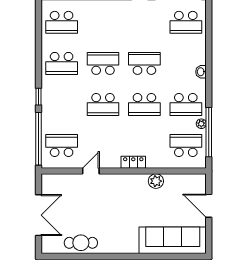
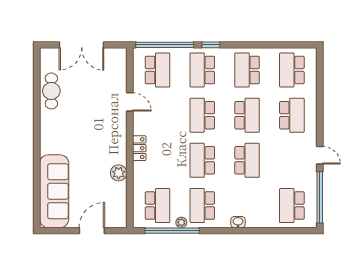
school desk: (103, 22) -> (292, 115), added
school desk: (62, 104) -> (202, 70), added

